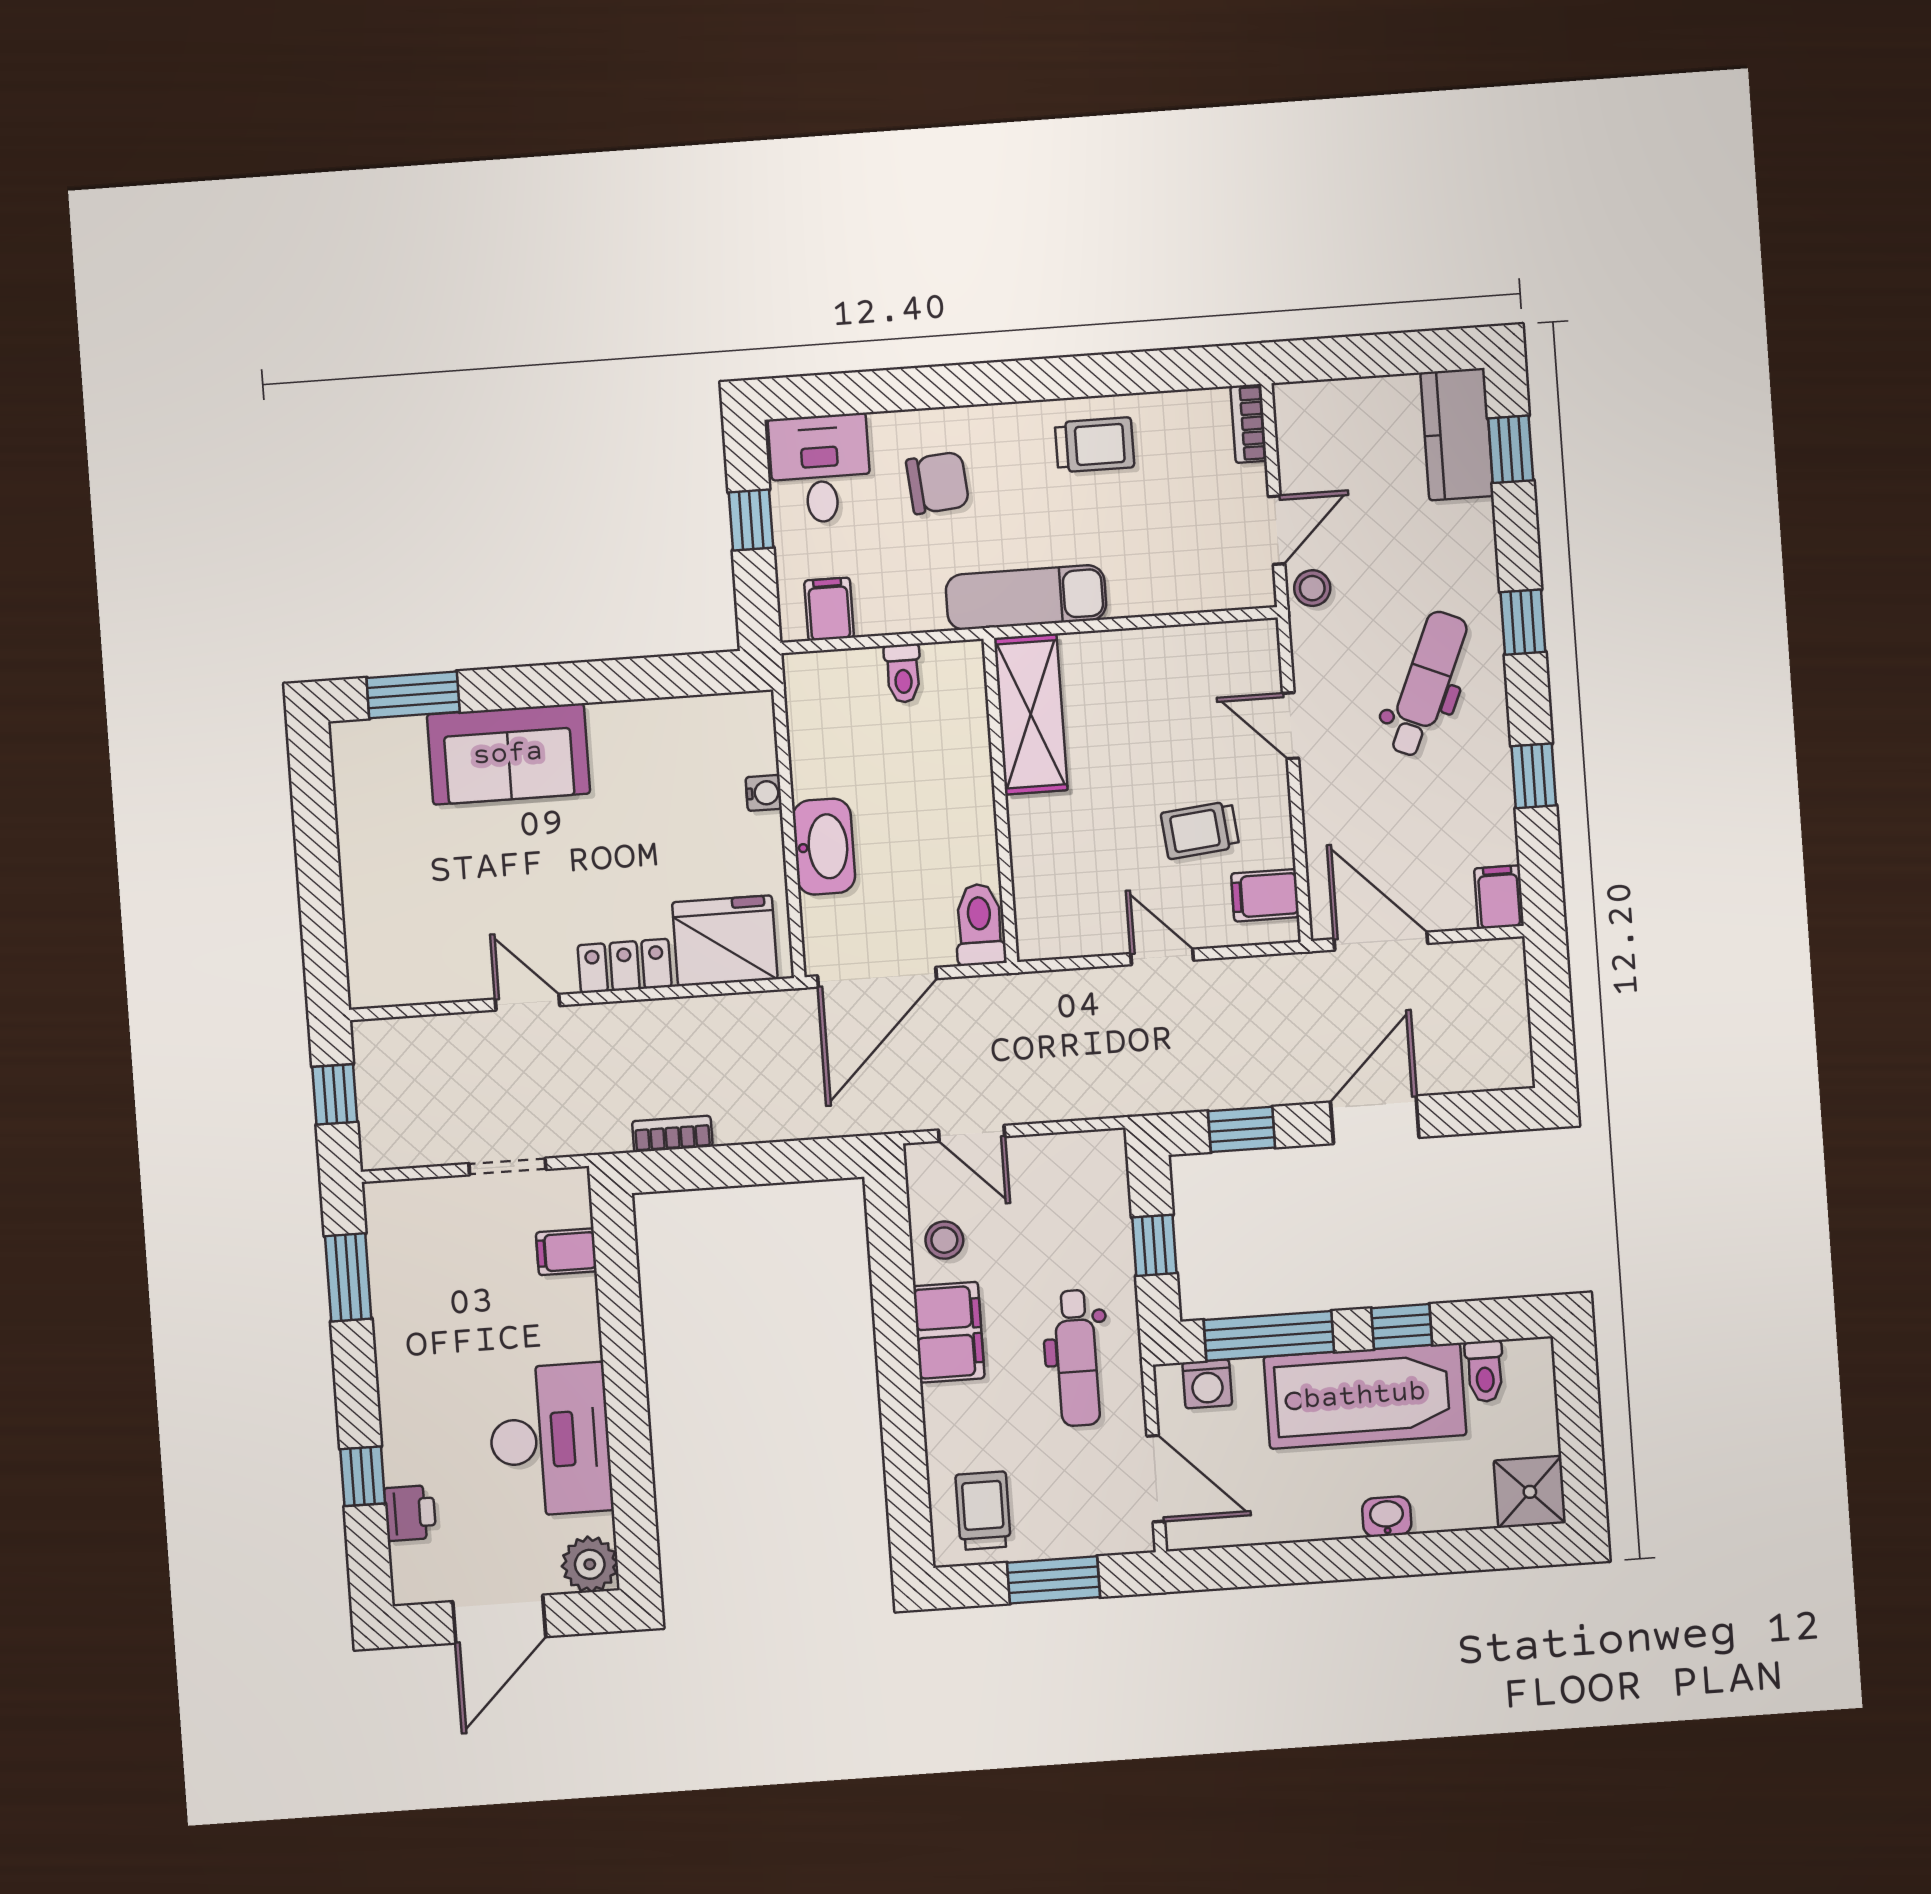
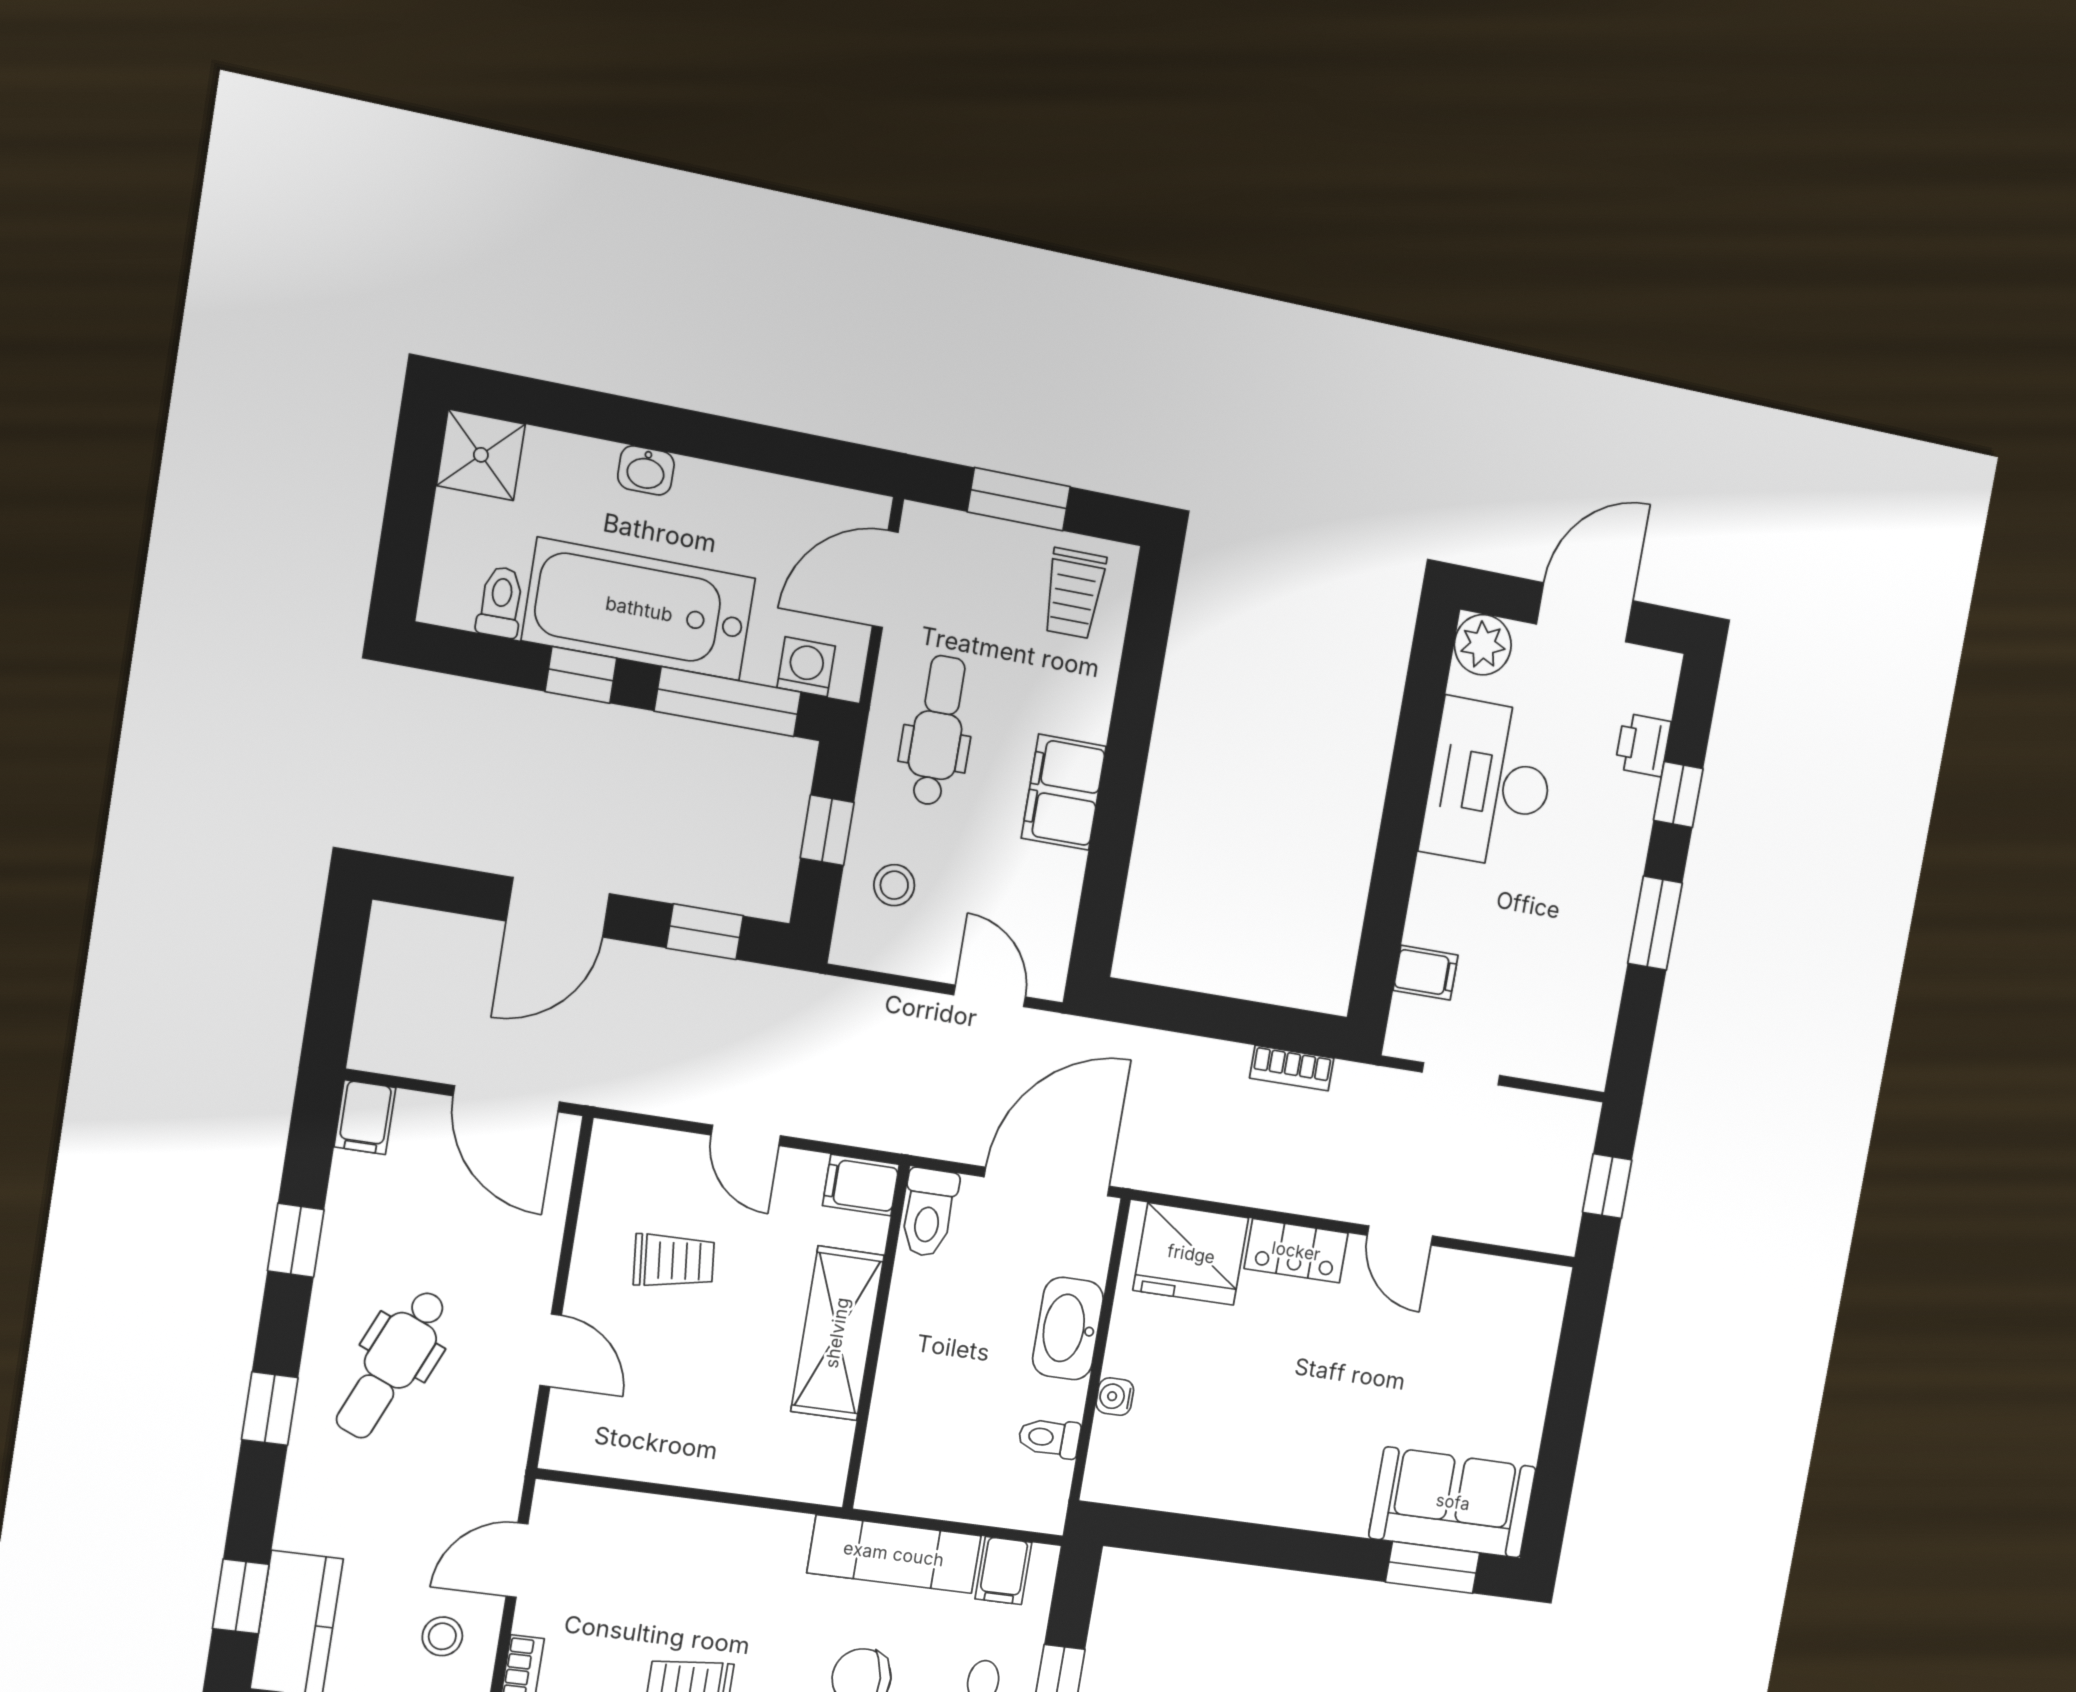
stool: (1312, 588) -> (442, 1636), moved
exam couch: (1026, 597) -> (894, 1554), moved
toilet: (903, 673) -> (1049, 1438), moved, turned -90
shelving: (1031, 714) -> (837, 1333), moved
sofa: (508, 754) -> (1453, 1502), moved
filing cabinet: (1265, 895) -> (861, 1185), moved, turned 180
stool: (944, 1240) -> (894, 885), moved
window: (348, 1277) -> (1655, 923), moved
door: (1156, 1479) -> (885, 579), hinge flipped

